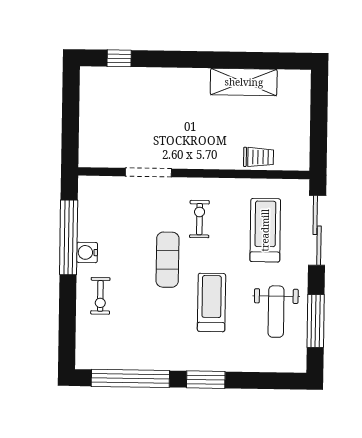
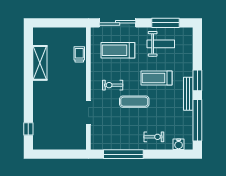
water cooler: (87, 252) -> (179, 144), moved
bench: (181, 362) -> (188, 94), added

